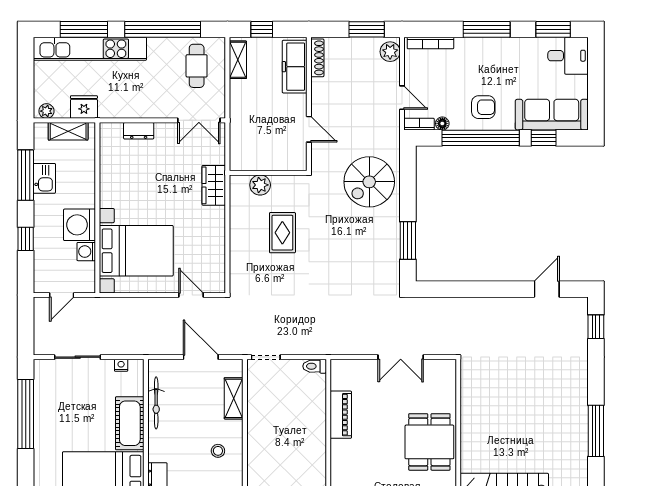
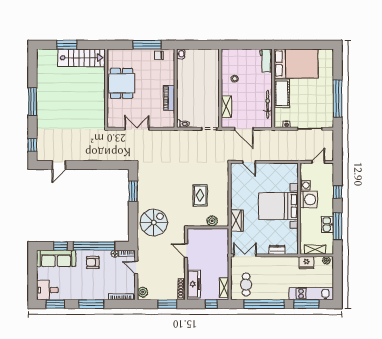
window: (367, 29) -> (167, 304), moved
kitchen unit: (90, 49) -> (311, 294), width x0.73
bed with nightstands: (136, 251) -> (278, 206), moved
window: (596, 431) -> (32, 102), moved

